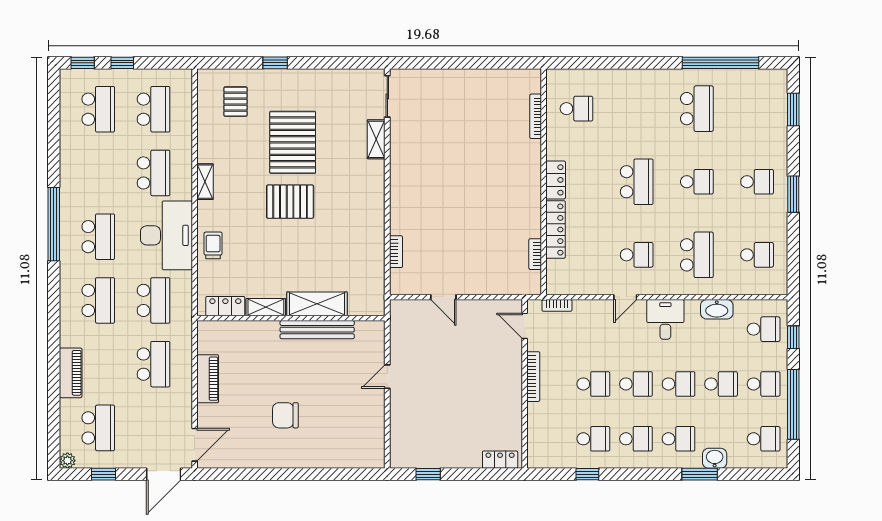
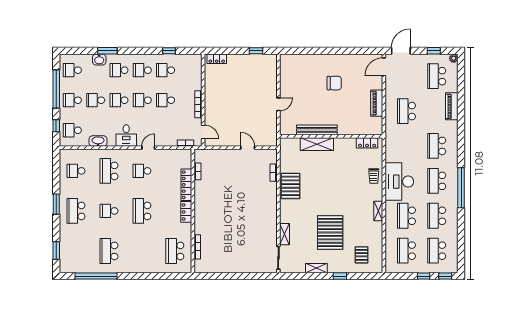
school desk: (576, 109) -> (175, 251), width x1.85
school desk: (757, 182) -> (76, 211), width x1.85
pallet: (290, 202) -> (291, 186), moved, turned 90
school desk: (154, 300) -> (437, 216), moved
shelving: (266, 307) -> (316, 268), moved

